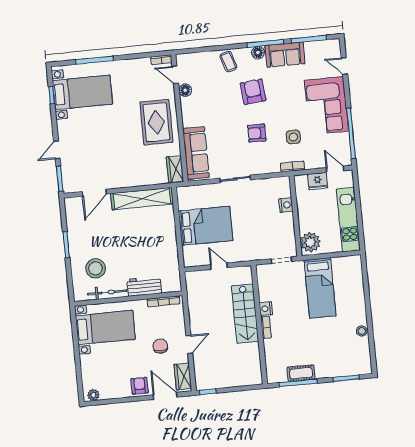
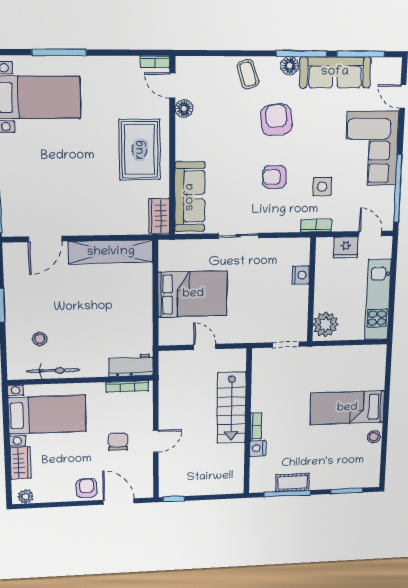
sofa: (285, 55) -> (335, 72), width x1.36
stool: (96, 268) -> (40, 339), width x0.53, depth x0.53
workbench: (144, 286) -> (131, 365), moved
bed: (320, 288) -> (347, 408), moved, turned 90
nightstand: (266, 309) -> (258, 448), moved
wardrobe: (183, 376) -> (20, 463), moved, turned 180

